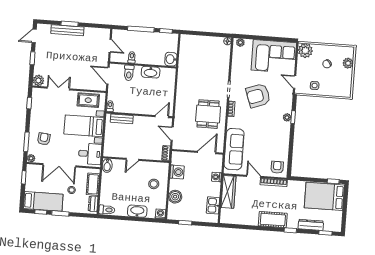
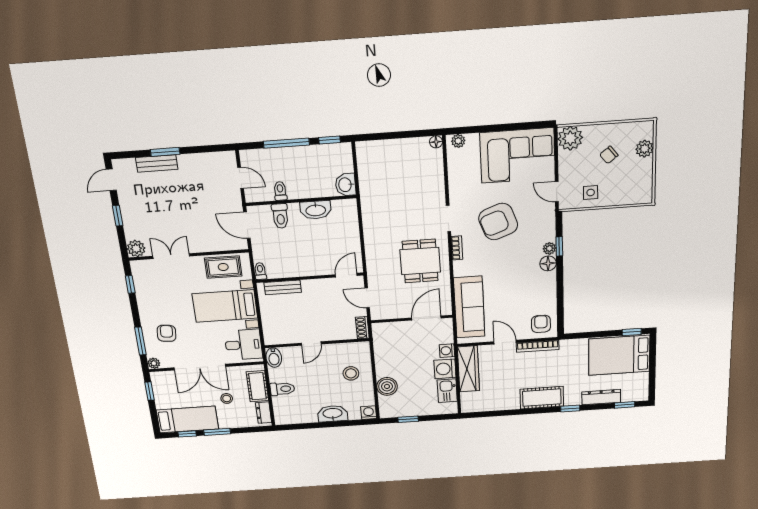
bench: (67, 30) -> (157, 163), width x0.73
floor lamp: (285, 127) -> (548, 263), added
washing machine: (177, 172) -> (445, 369), moved, turned 180
toilet: (107, 210) -> (282, 389), moved

